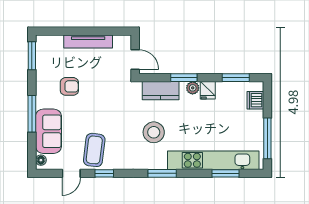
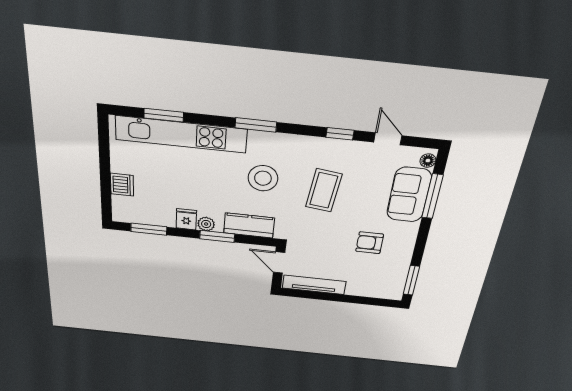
tv unit: (88, 41) -> (314, 285), moved
dishwasher: (255, 100) -> (122, 185), moved
window: (32, 114) -> (432, 196), moved
window: (267, 138) -> (104, 154), removed
coffee table: (94, 150) -> (324, 190), moved
door: (71, 173) -> (388, 139), hinge flipped

